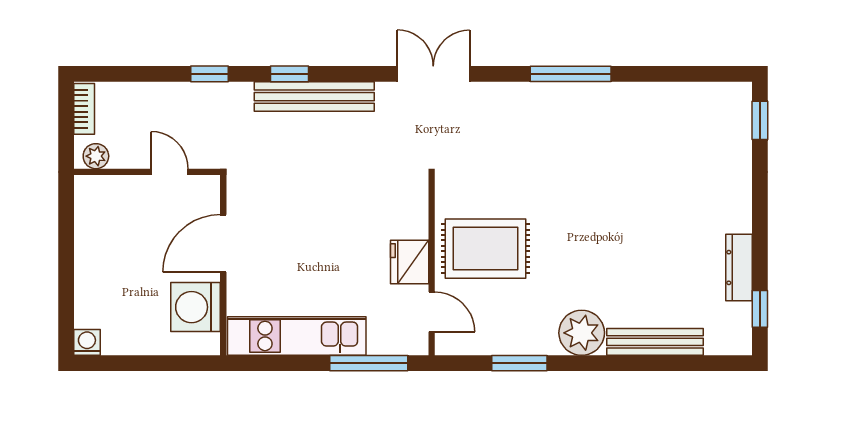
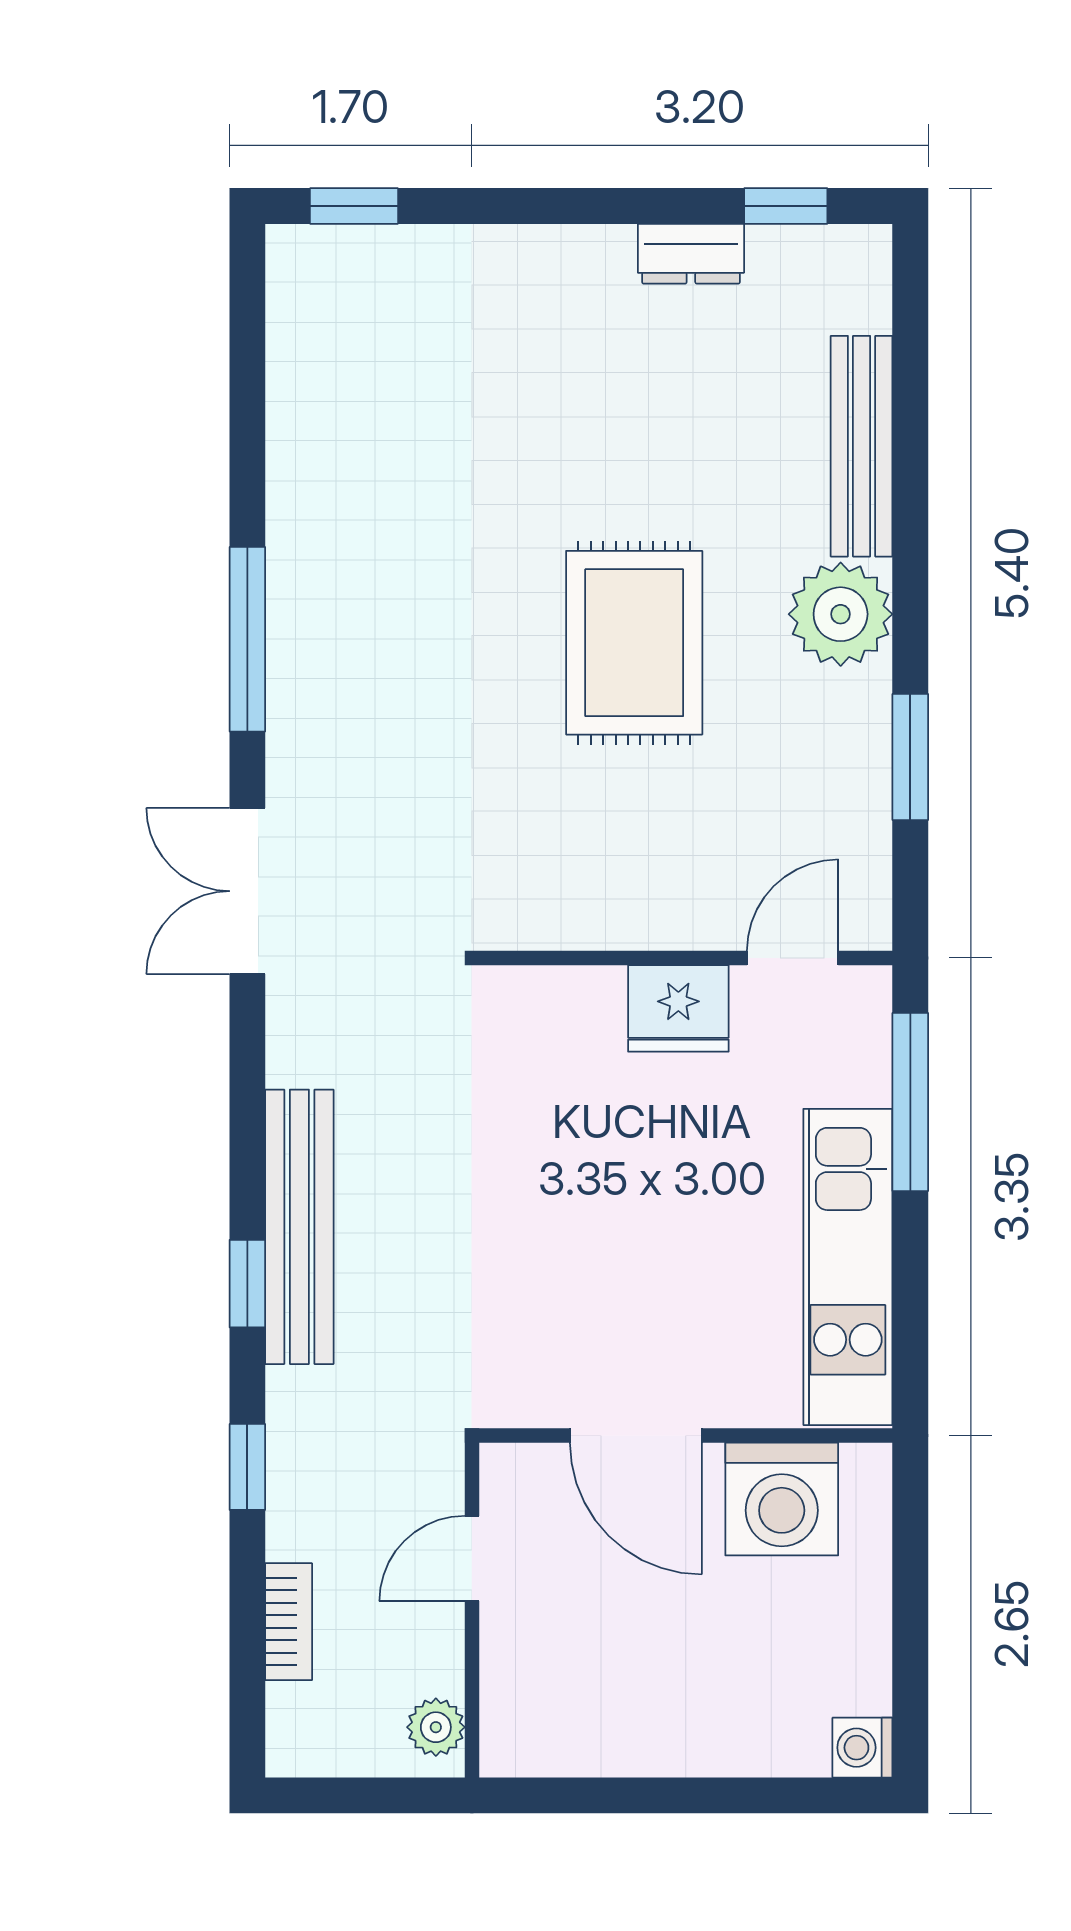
double door: (433, 74) -> (247, 891), moved
bookcase: (84, 109) -> (289, 1622), moved, turned 90
rug: (486, 249) -> (634, 643), moved
dresser: (739, 267) -> (691, 254), width x0.70

